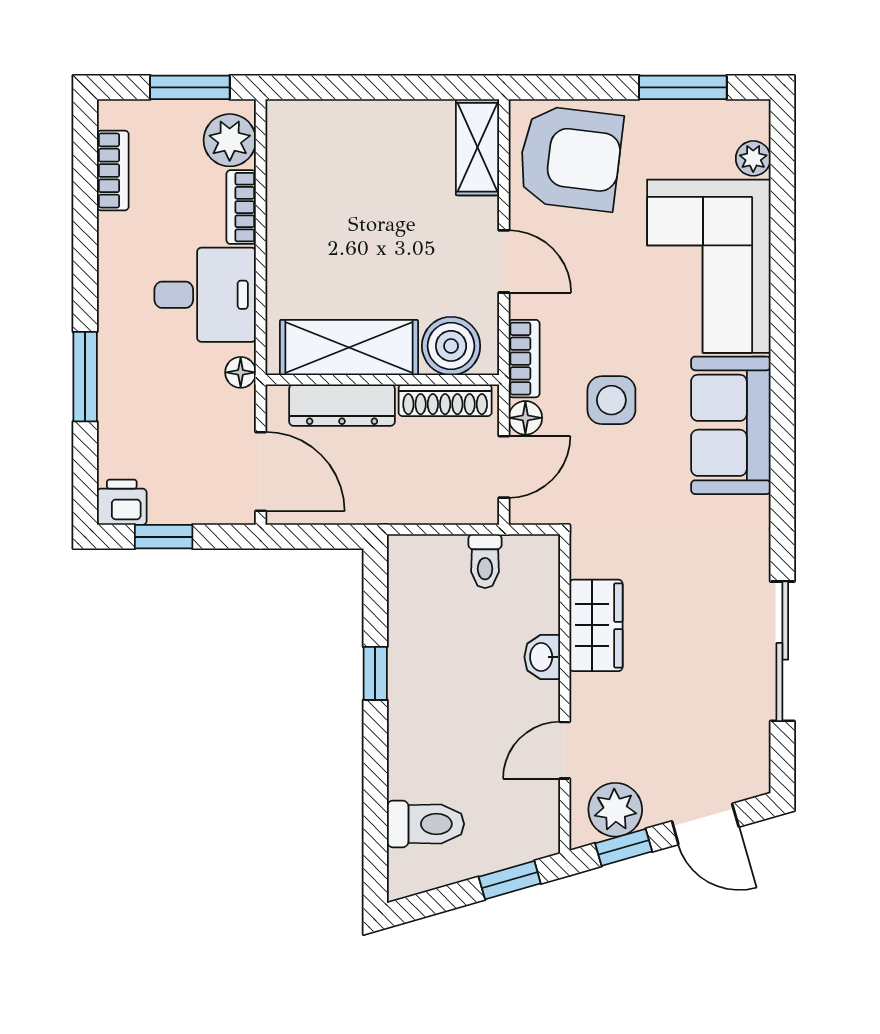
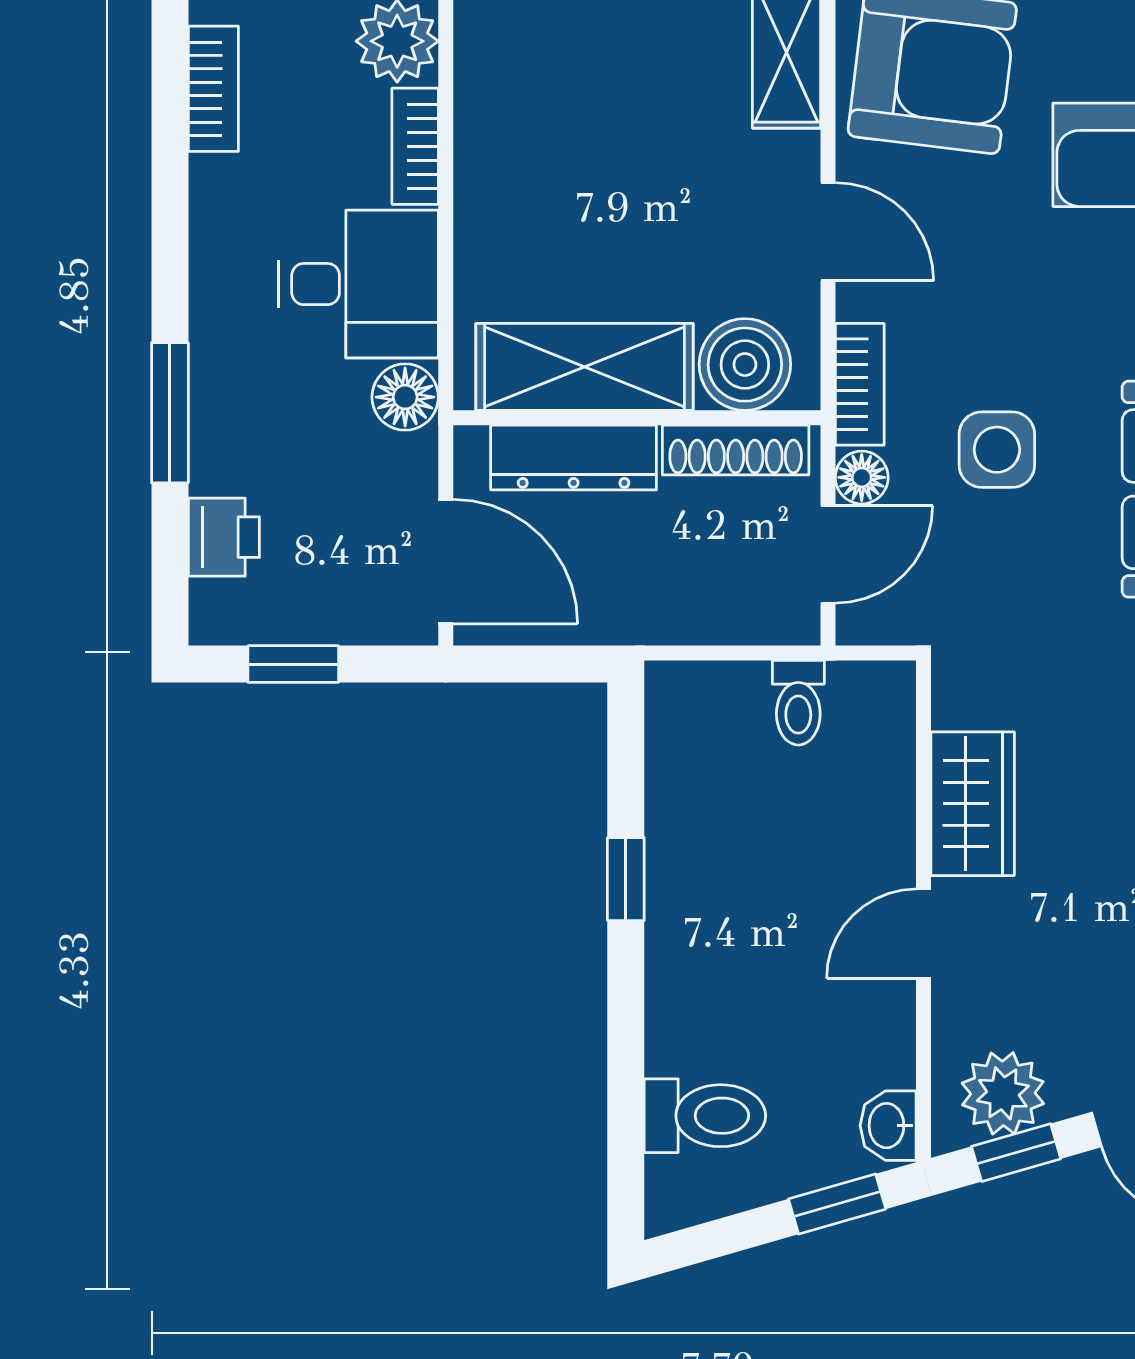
floor lamp: (241, 372) -> (405, 397), width x1.37, depth x1.37
printer: (122, 502) -> (224, 537), moved, turned 90
washbasin: (542, 657) -> (888, 1126), moved
door: (565, 750) -> (924, 934), moved

